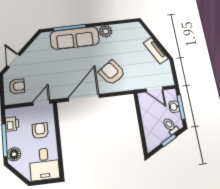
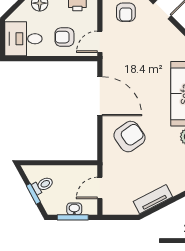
door: (41, 103) -> (100, 42), swing flipped
toilet: (170, 126) -> (43, 185), moved
armchair: (40, 131) -> (64, 37), turned 180

